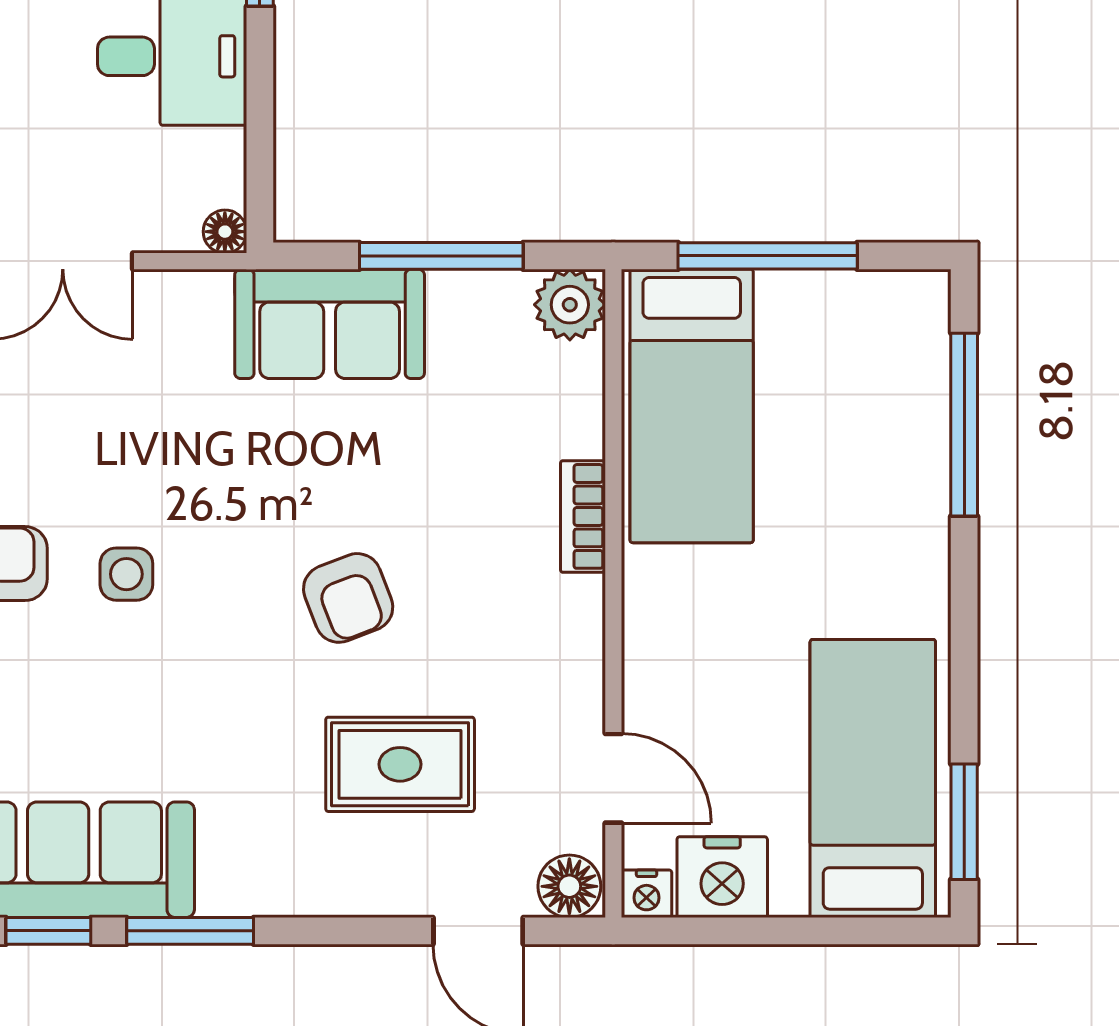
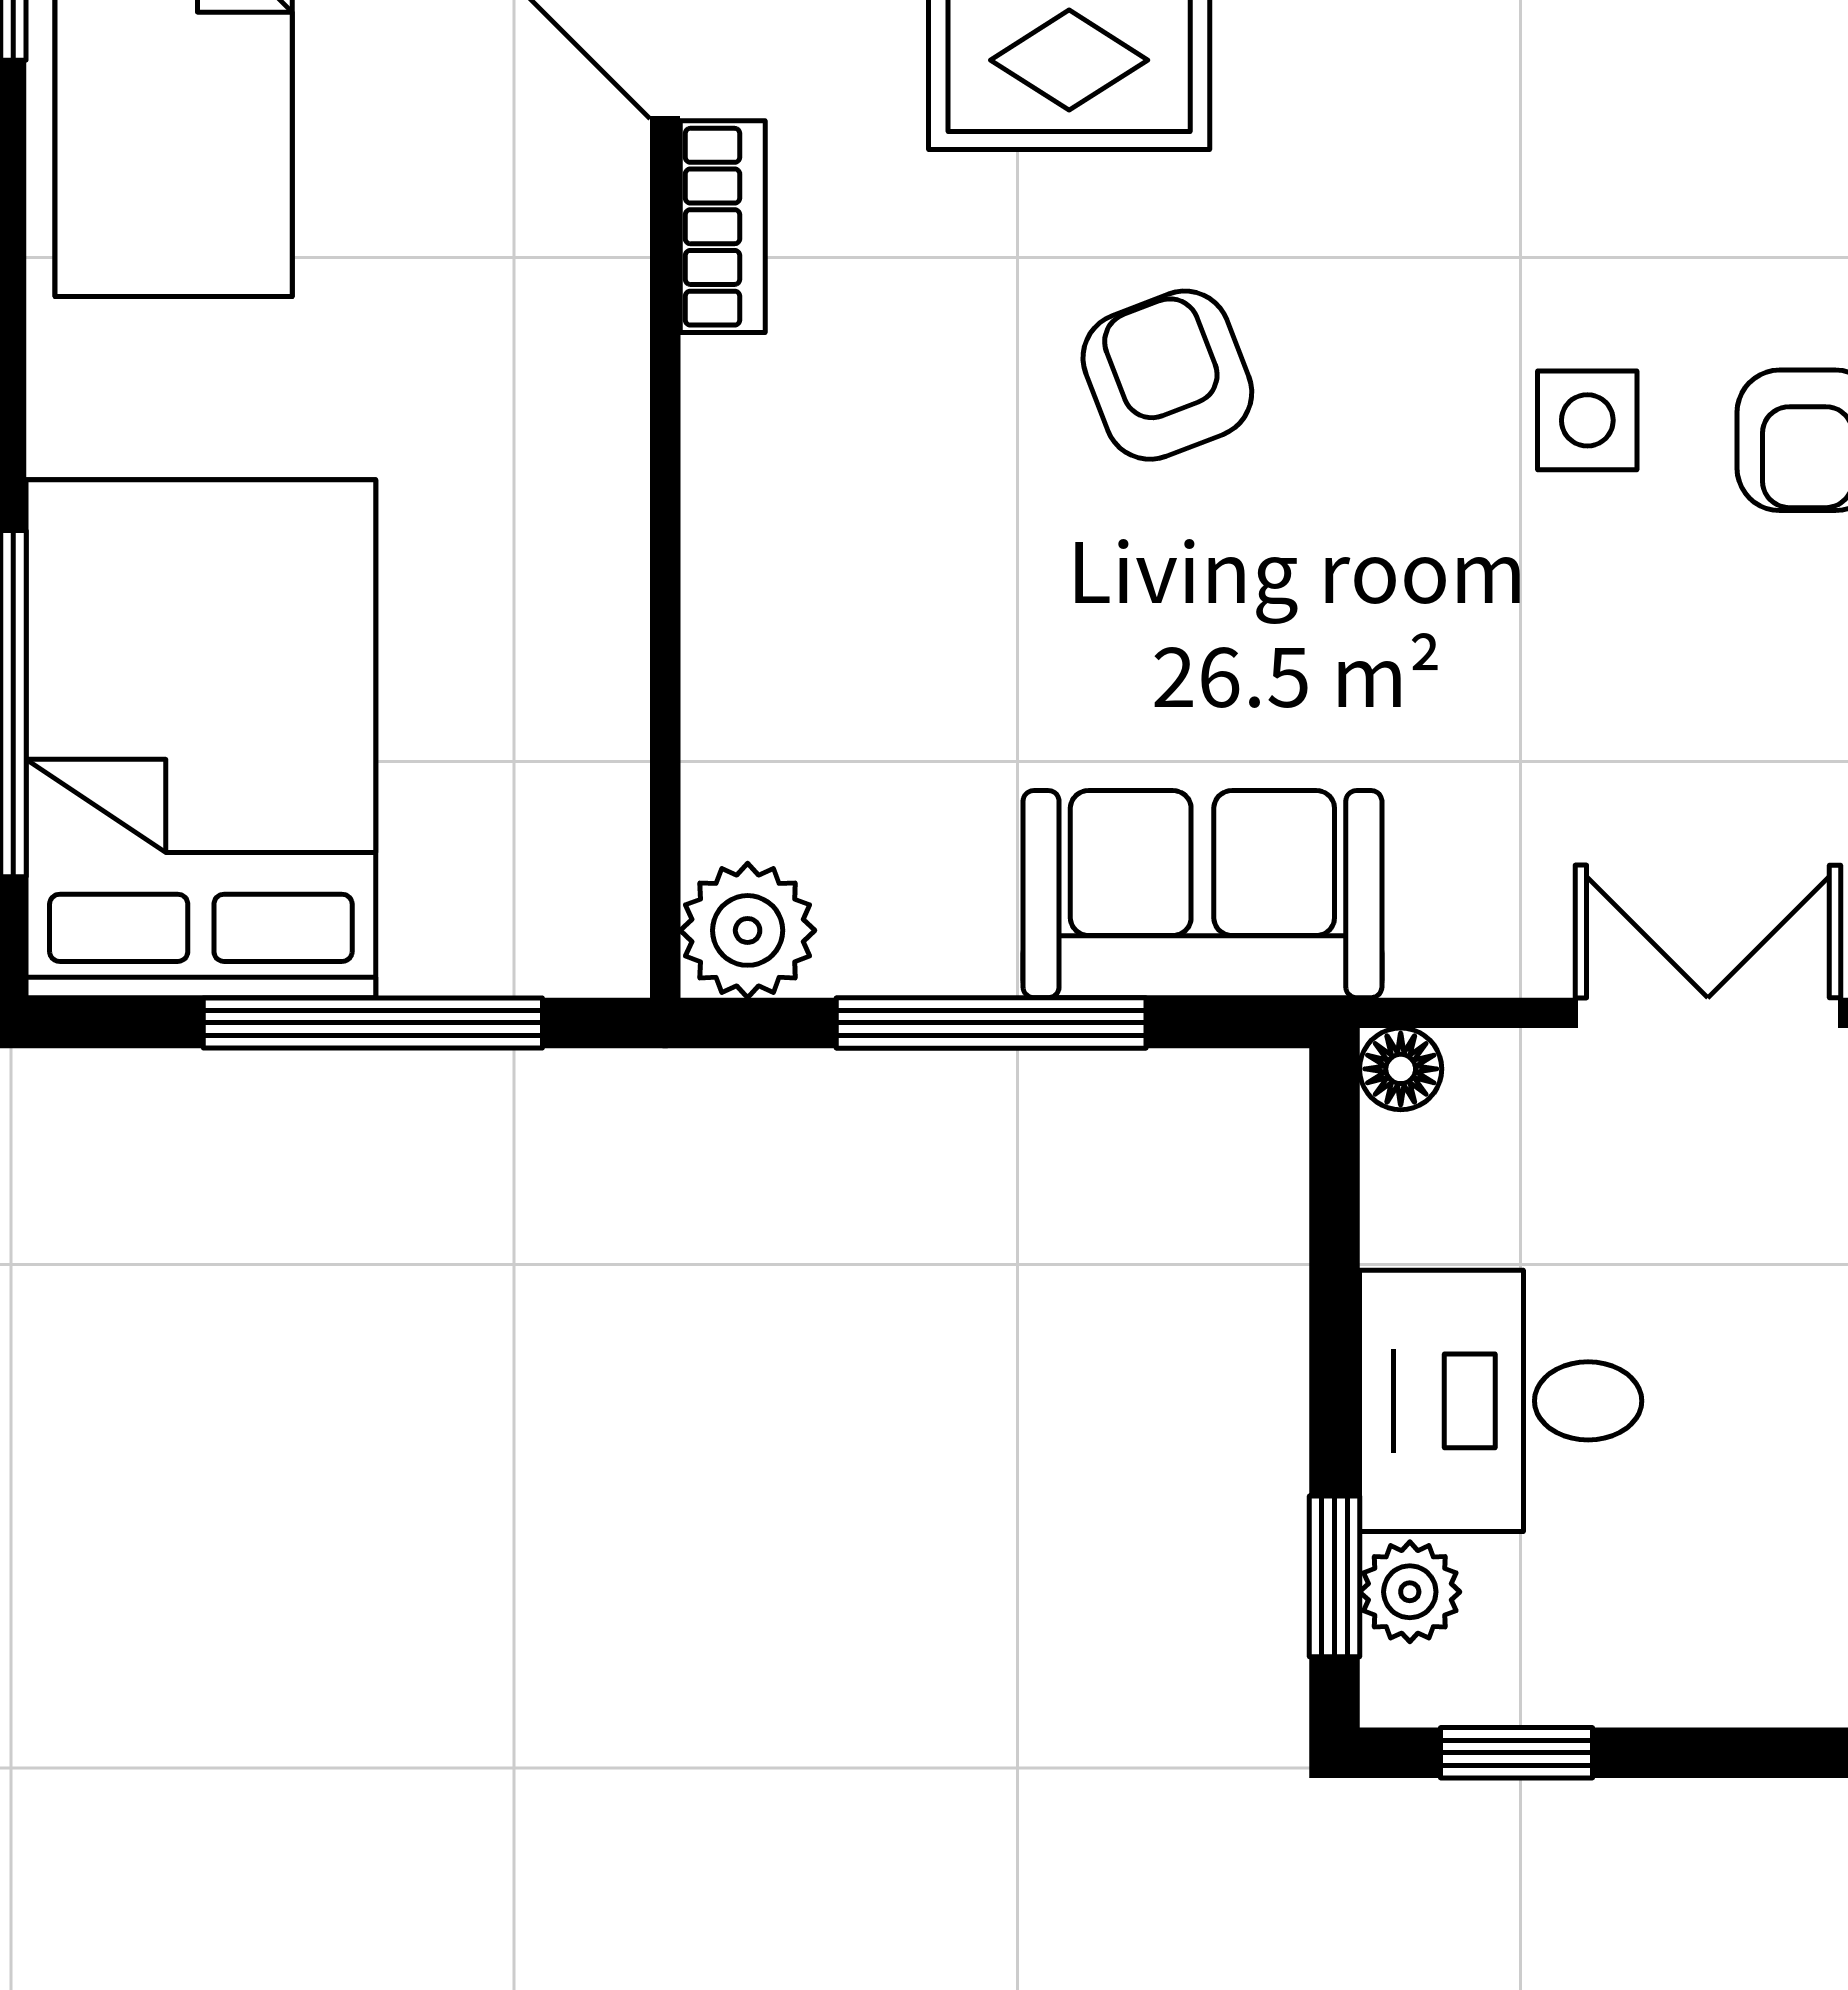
bed: (692, 406) -> (201, 739), moved, width x1.50
bookcase: (583, 516) -> (723, 227), moved

